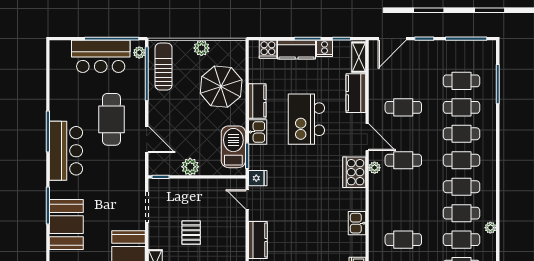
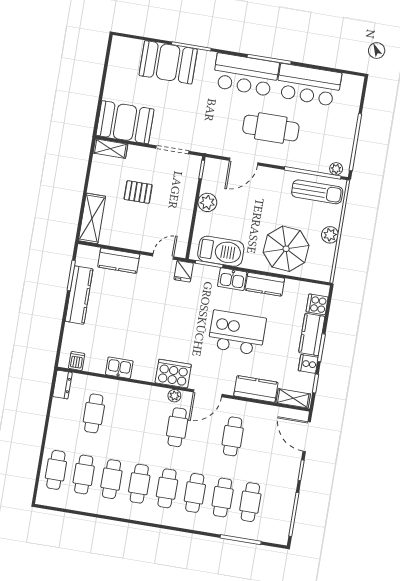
bar counter: (101, 56) -> (309, 85), moved, turned -90
plant: (490, 228) -> (91, 507), removed

